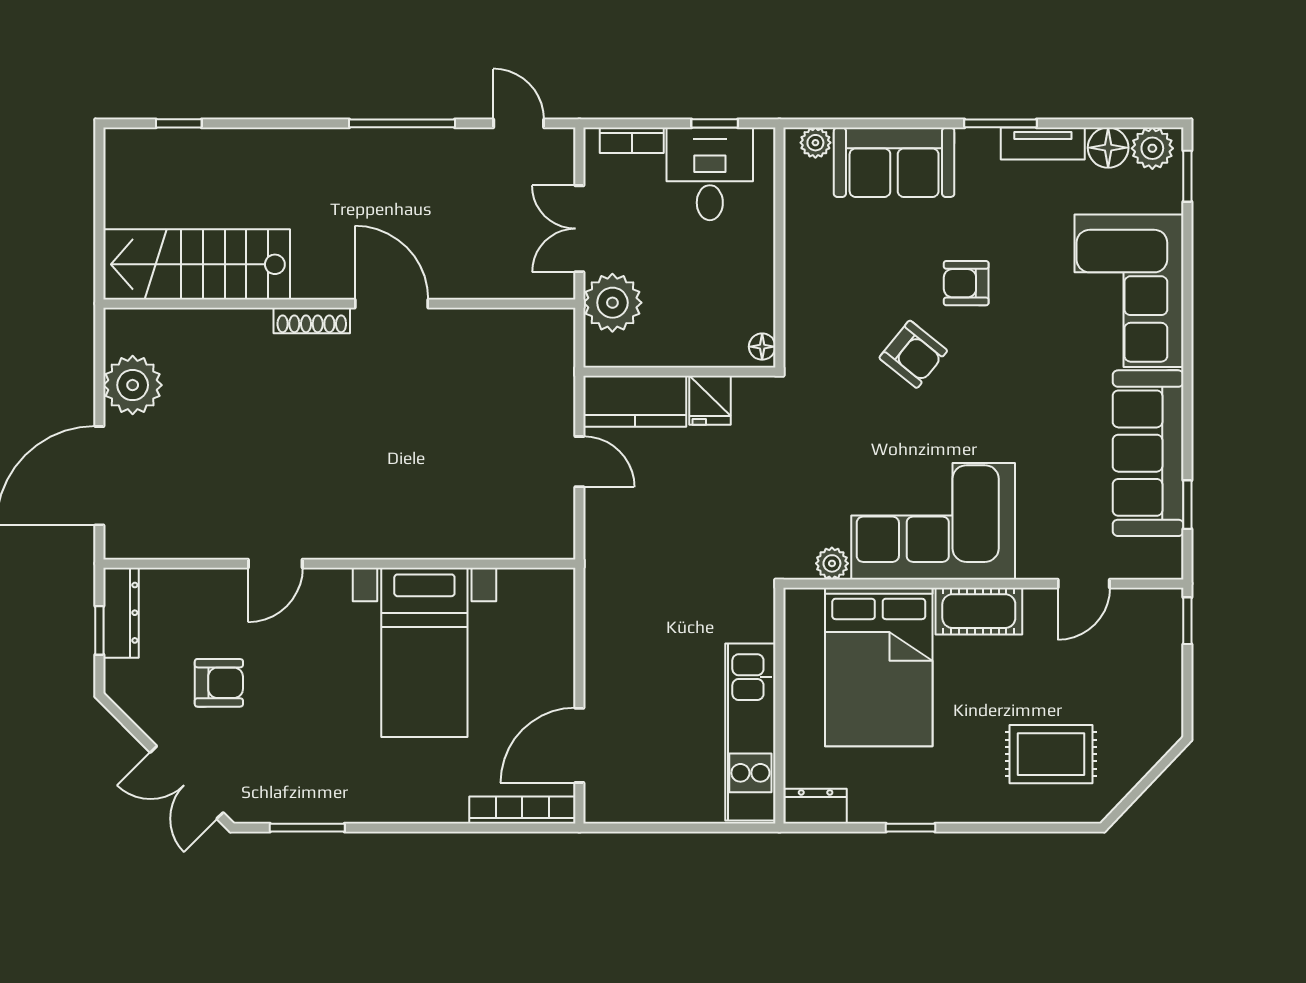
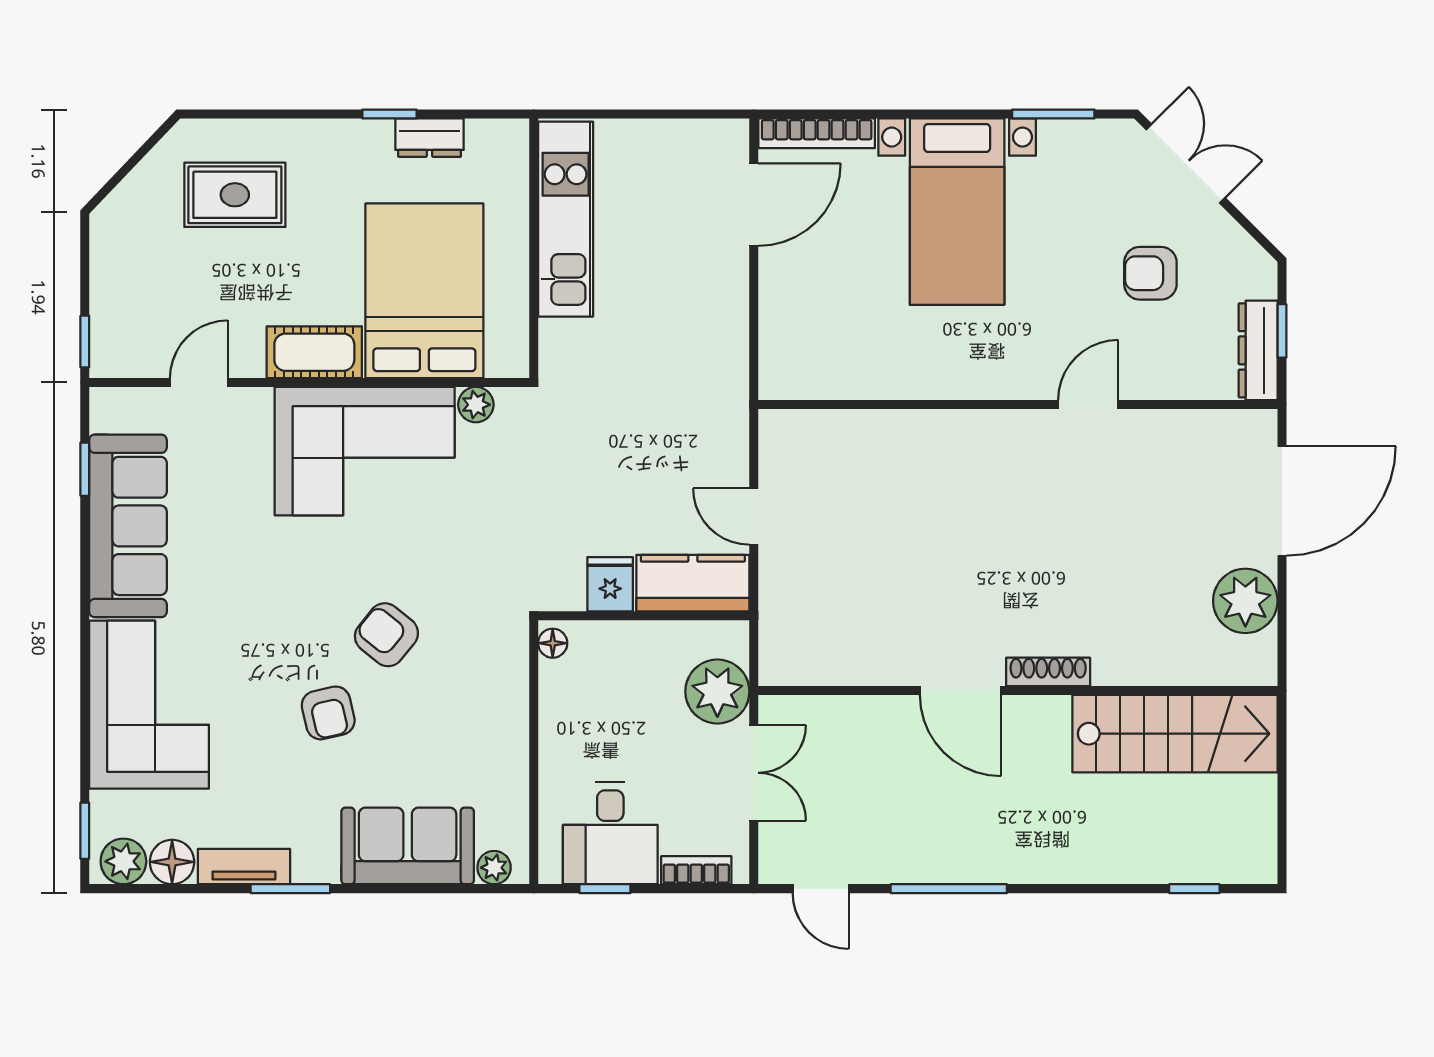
armchair: (966, 283) -> (328, 713), turned 77
bed with nightstands: (424, 652) -> (957, 212), moved, turned 180
dresser: (816, 806) -> (430, 138), moved

